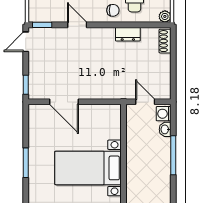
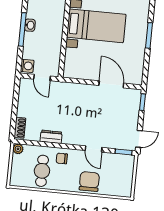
washbasin: (165, 129) -> (30, 25), moved

